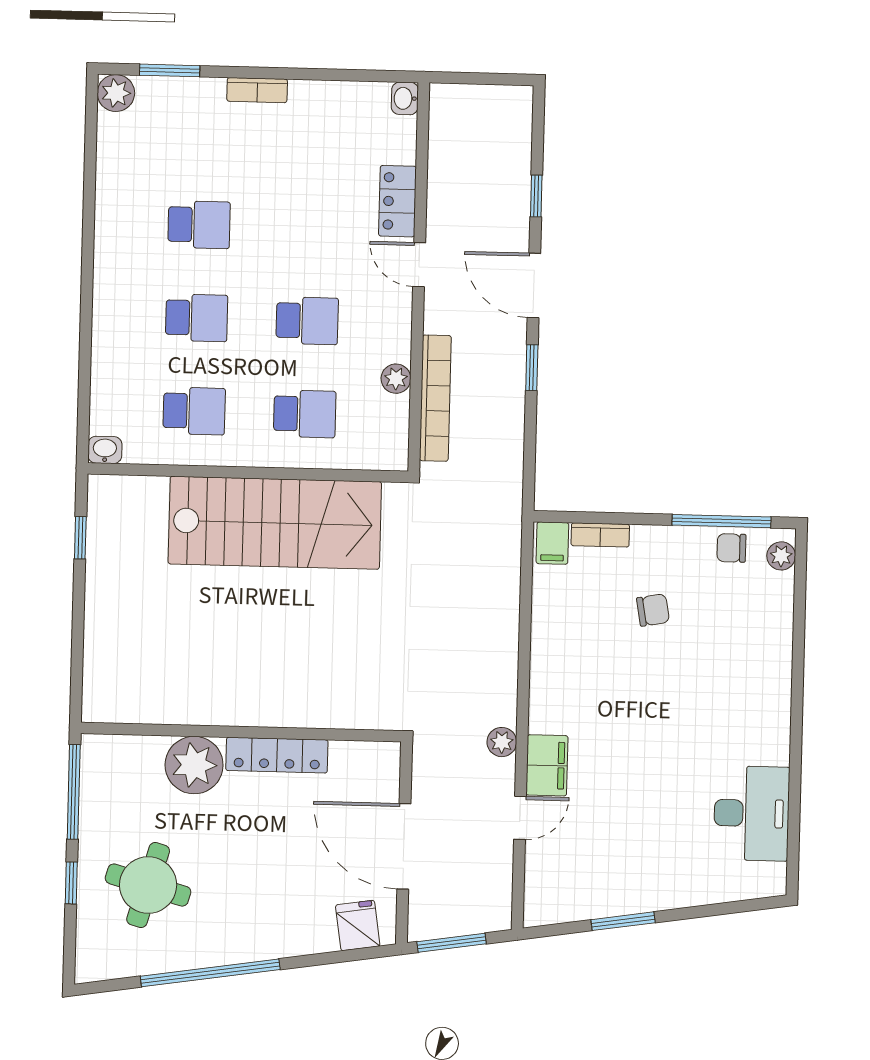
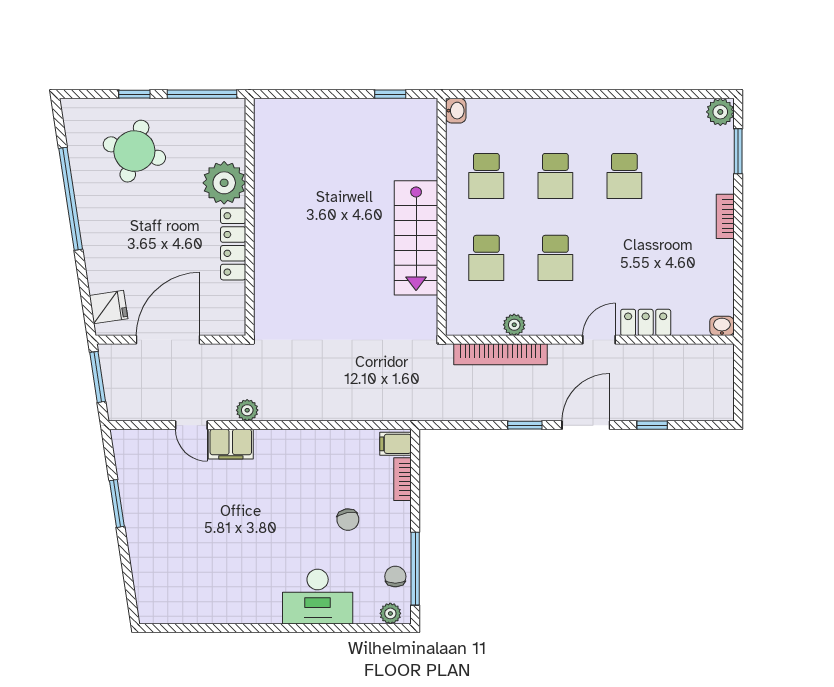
stairs: (275, 523) -> (416, 238), width x0.73, depth x0.66
desk: (752, 813) -> (318, 597), moved

